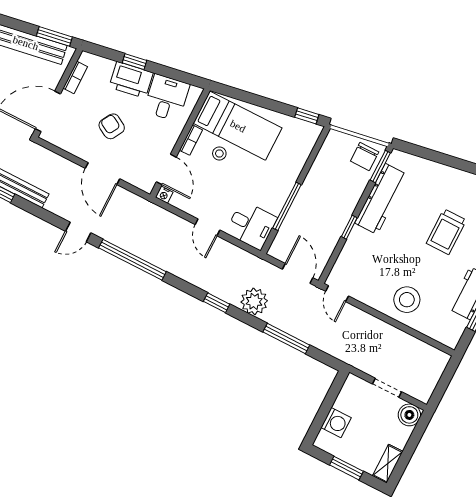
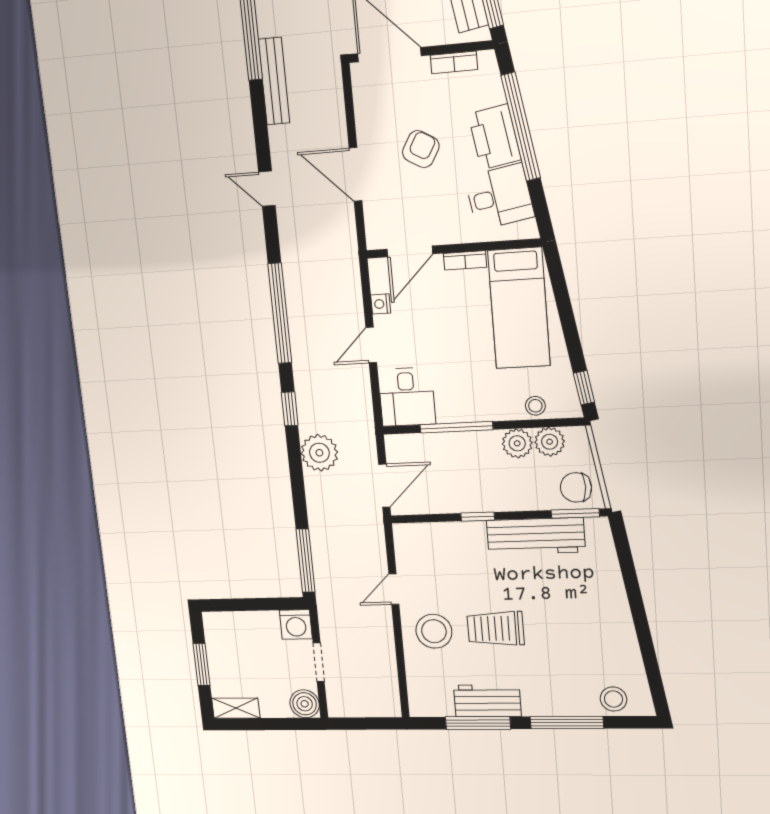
window: (135, 62) -> (521, 127), width x3.17
stool: (219, 153) -> (535, 406), moved
plant: (328, 156) -> (550, 442), added
door: (103, 174) -> (356, 174), hinge flipped
plant: (318, 176) -> (517, 443), added
nightstand: (164, 195) -> (381, 304), moved
trolley: (446, 232) -> (496, 629), moved
window: (132, 260) -> (280, 313), moved
door: (337, 294) -> (394, 589), moved
window: (286, 338) -> (306, 561), moved
washing machine: (336, 423) -> (296, 624), moved

